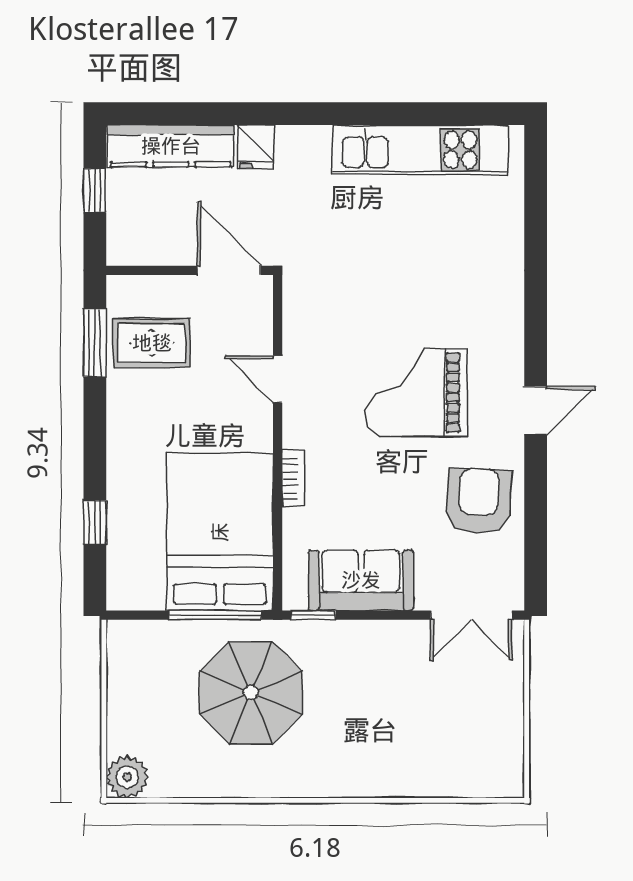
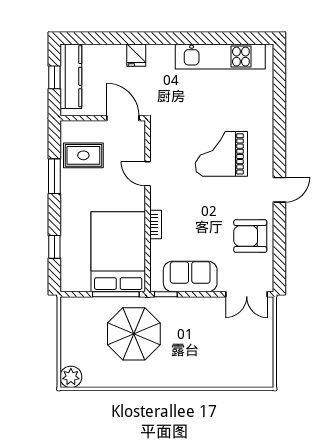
kitchen counter: (171, 146) -> (71, 76), moved, turned -90
window: (95, 343) -> (54, 176), moved
grand piano: (416, 393) -> (221, 154), moved
armchair: (479, 501) -> (250, 236), turned -93

